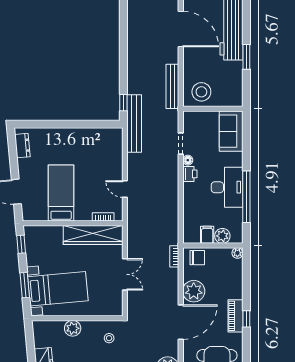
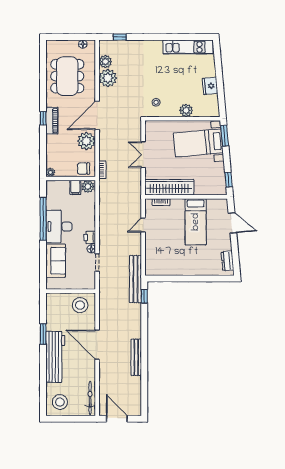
door: (181, 29) -> (97, 345), moved
bench: (172, 86) -> (136, 357), moved
sofa: (231, 131) -> (56, 261), moved
door: (125, 189) -> (143, 225), swing flipped
plant: (222, 236) -> (88, 186), moved
window: (25, 285) -> (225, 136), moved

